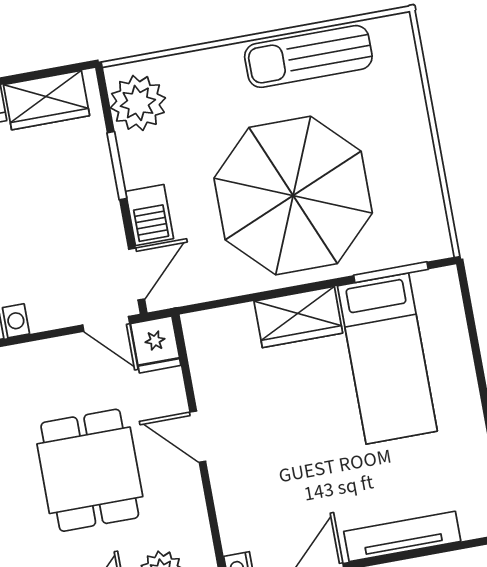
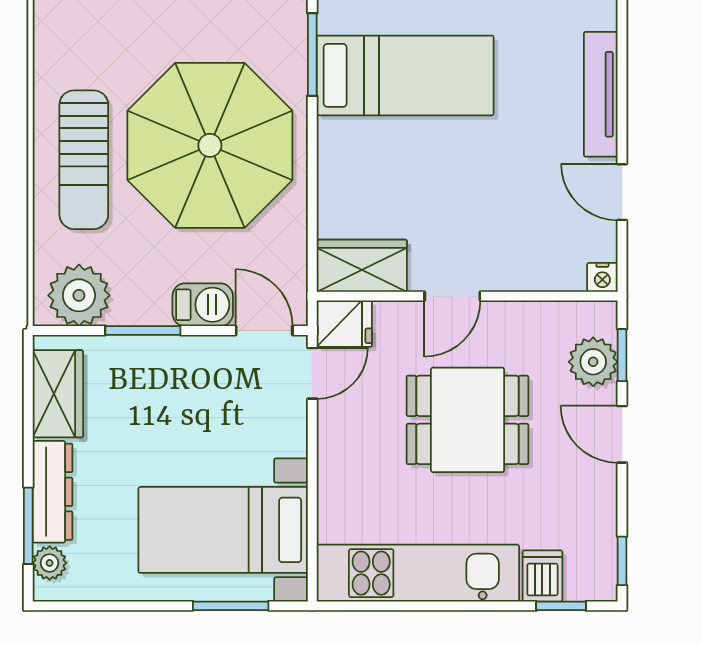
sun lounger: (308, 56) -> (84, 160), moved
wardrobe: (298, 317) -> (362, 266), moved, turned -90

